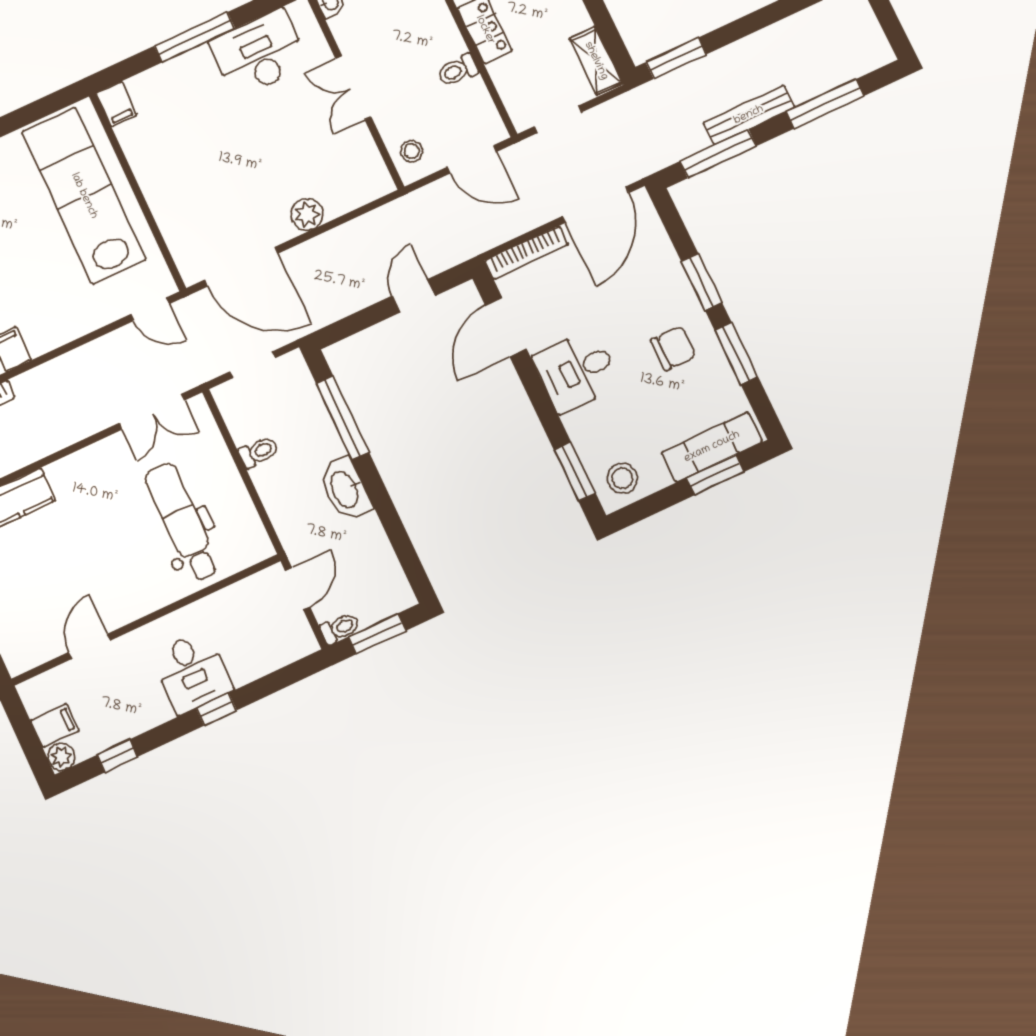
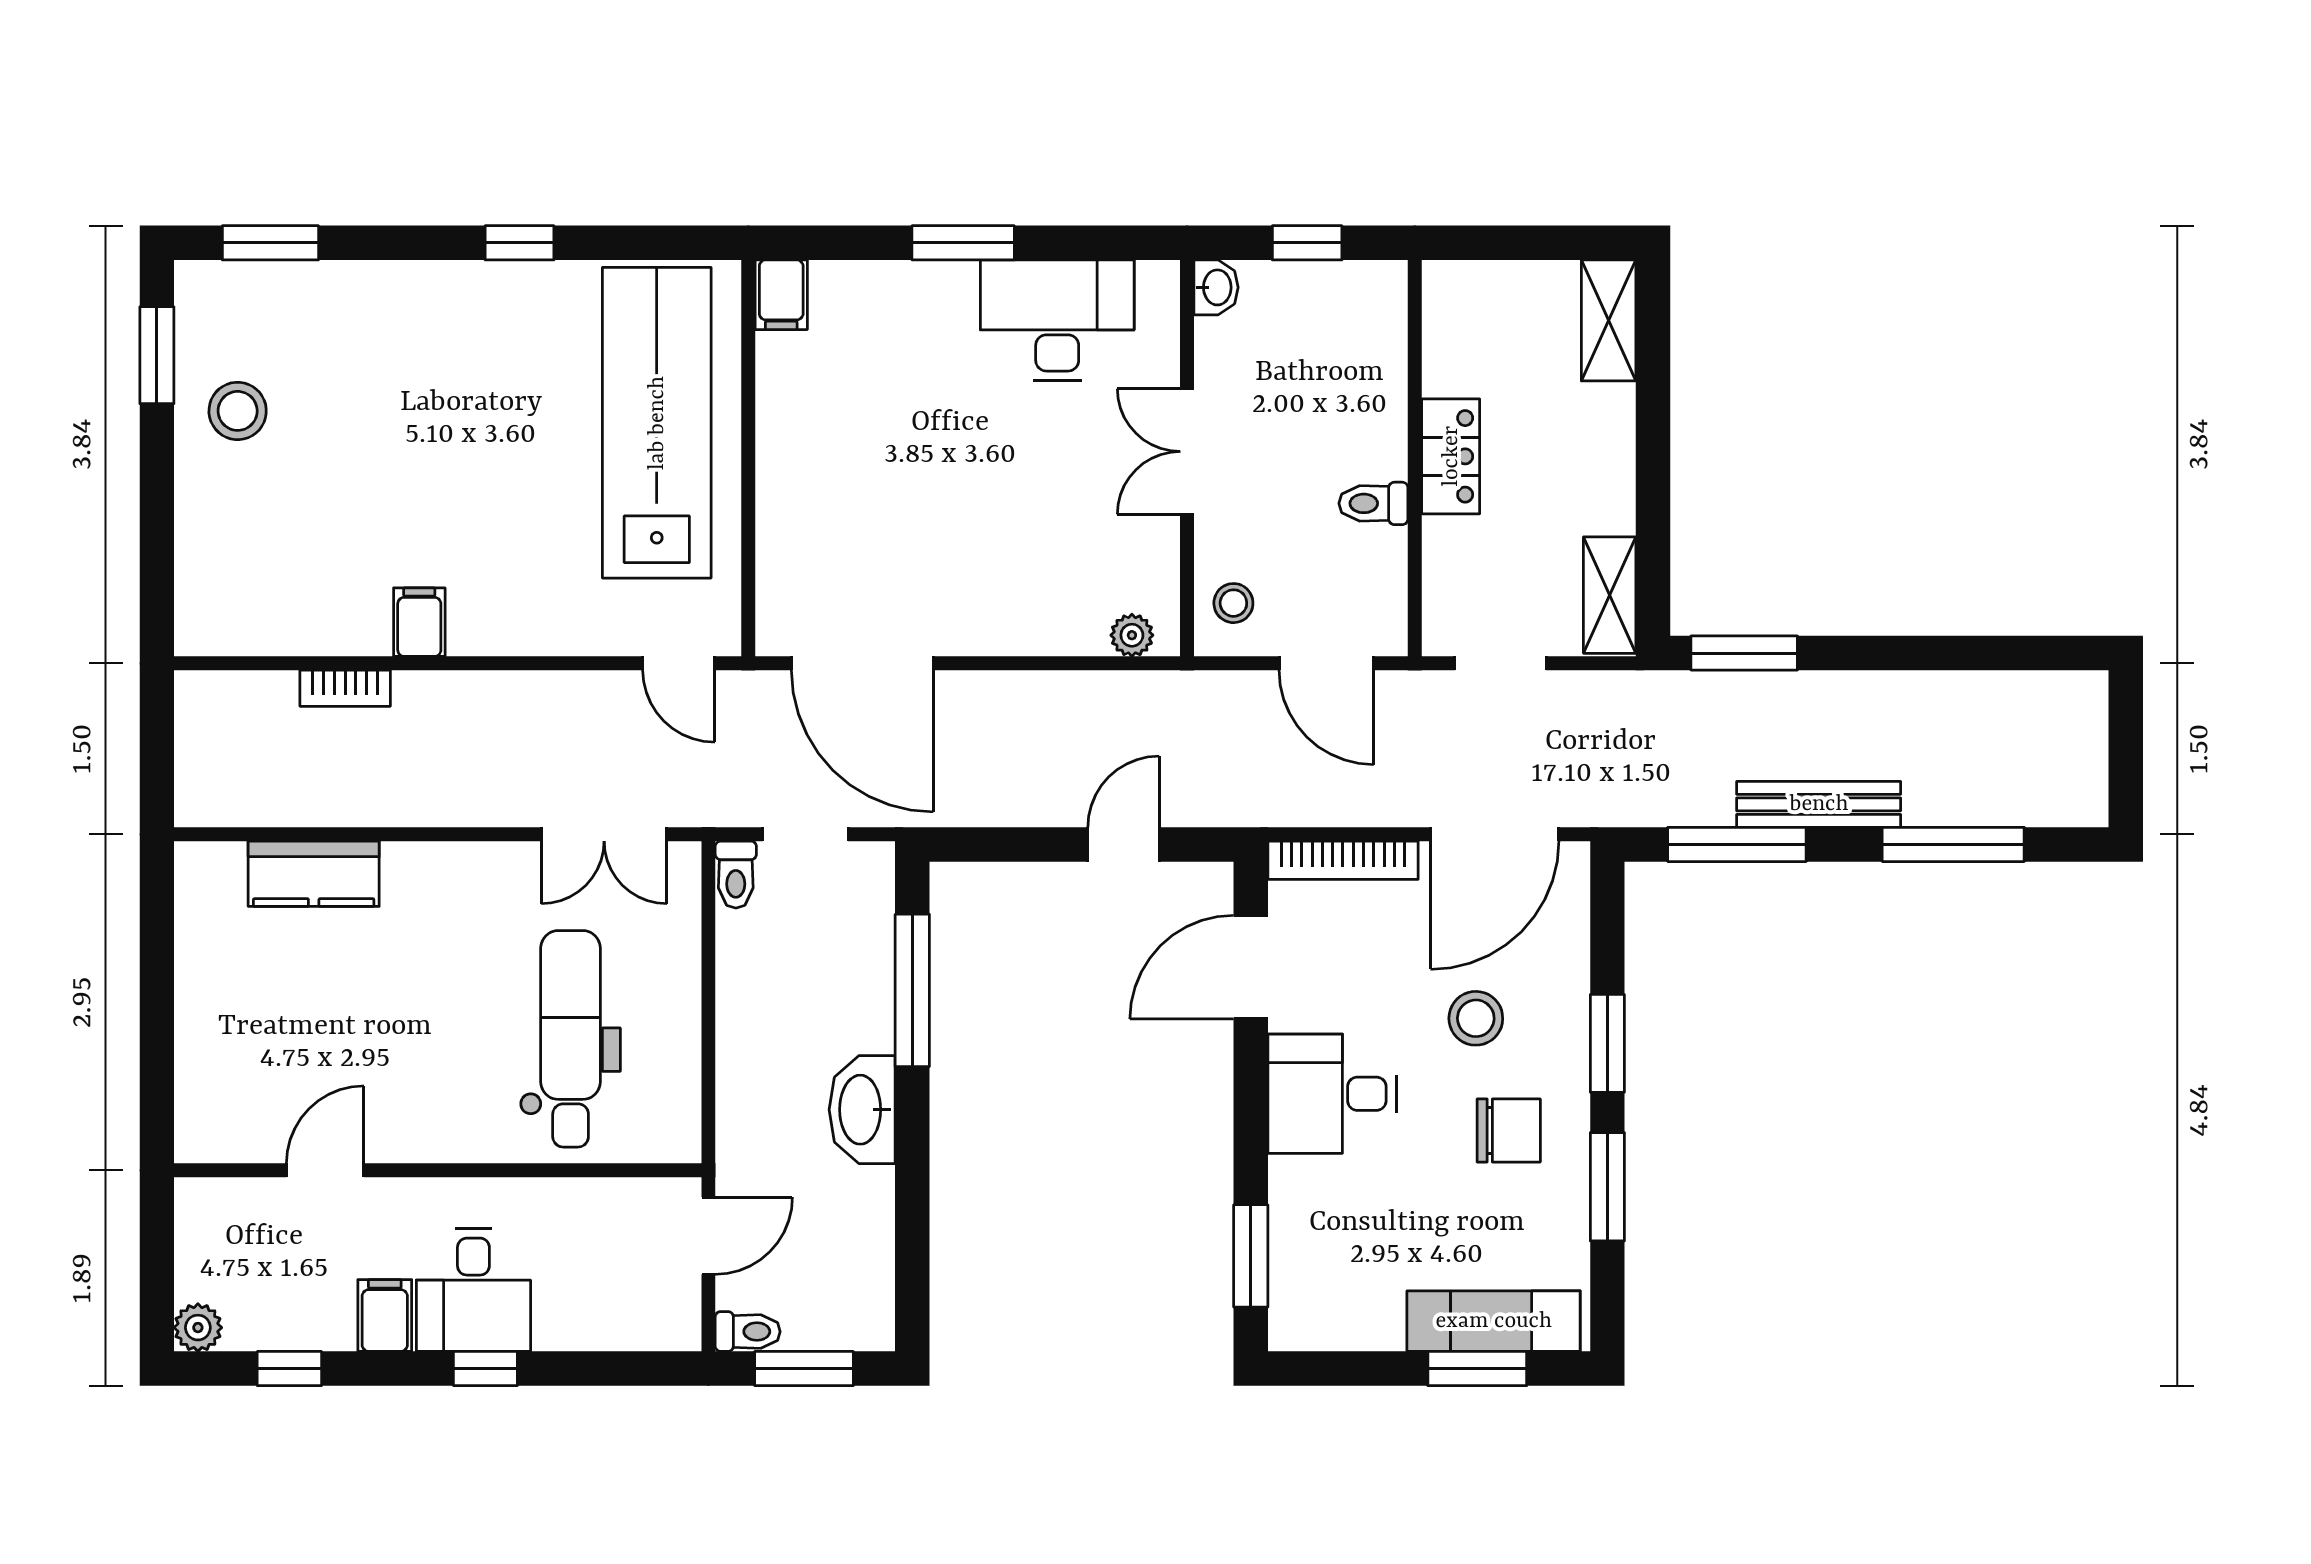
window: (195, 37) -> (963, 243), width x0.69
plant: (307, 215) -> (1132, 635), moved, width x0.73, depth x0.73
toilet: (259, 452) -> (736, 875), moved, turned 90
stool: (622, 478) -> (1476, 1018), moved
filing cabinet: (55, 725) -> (385, 1316), moved, turned -90

